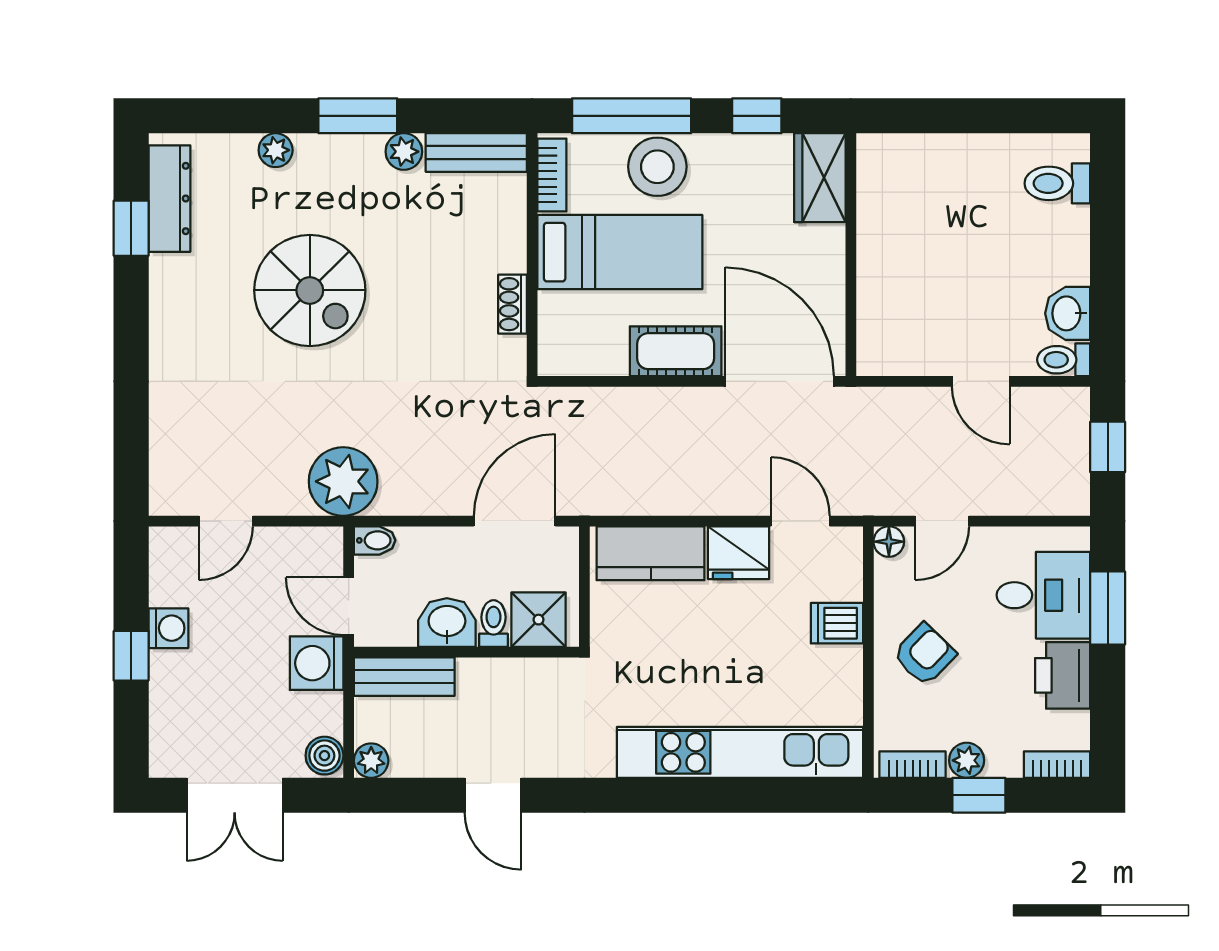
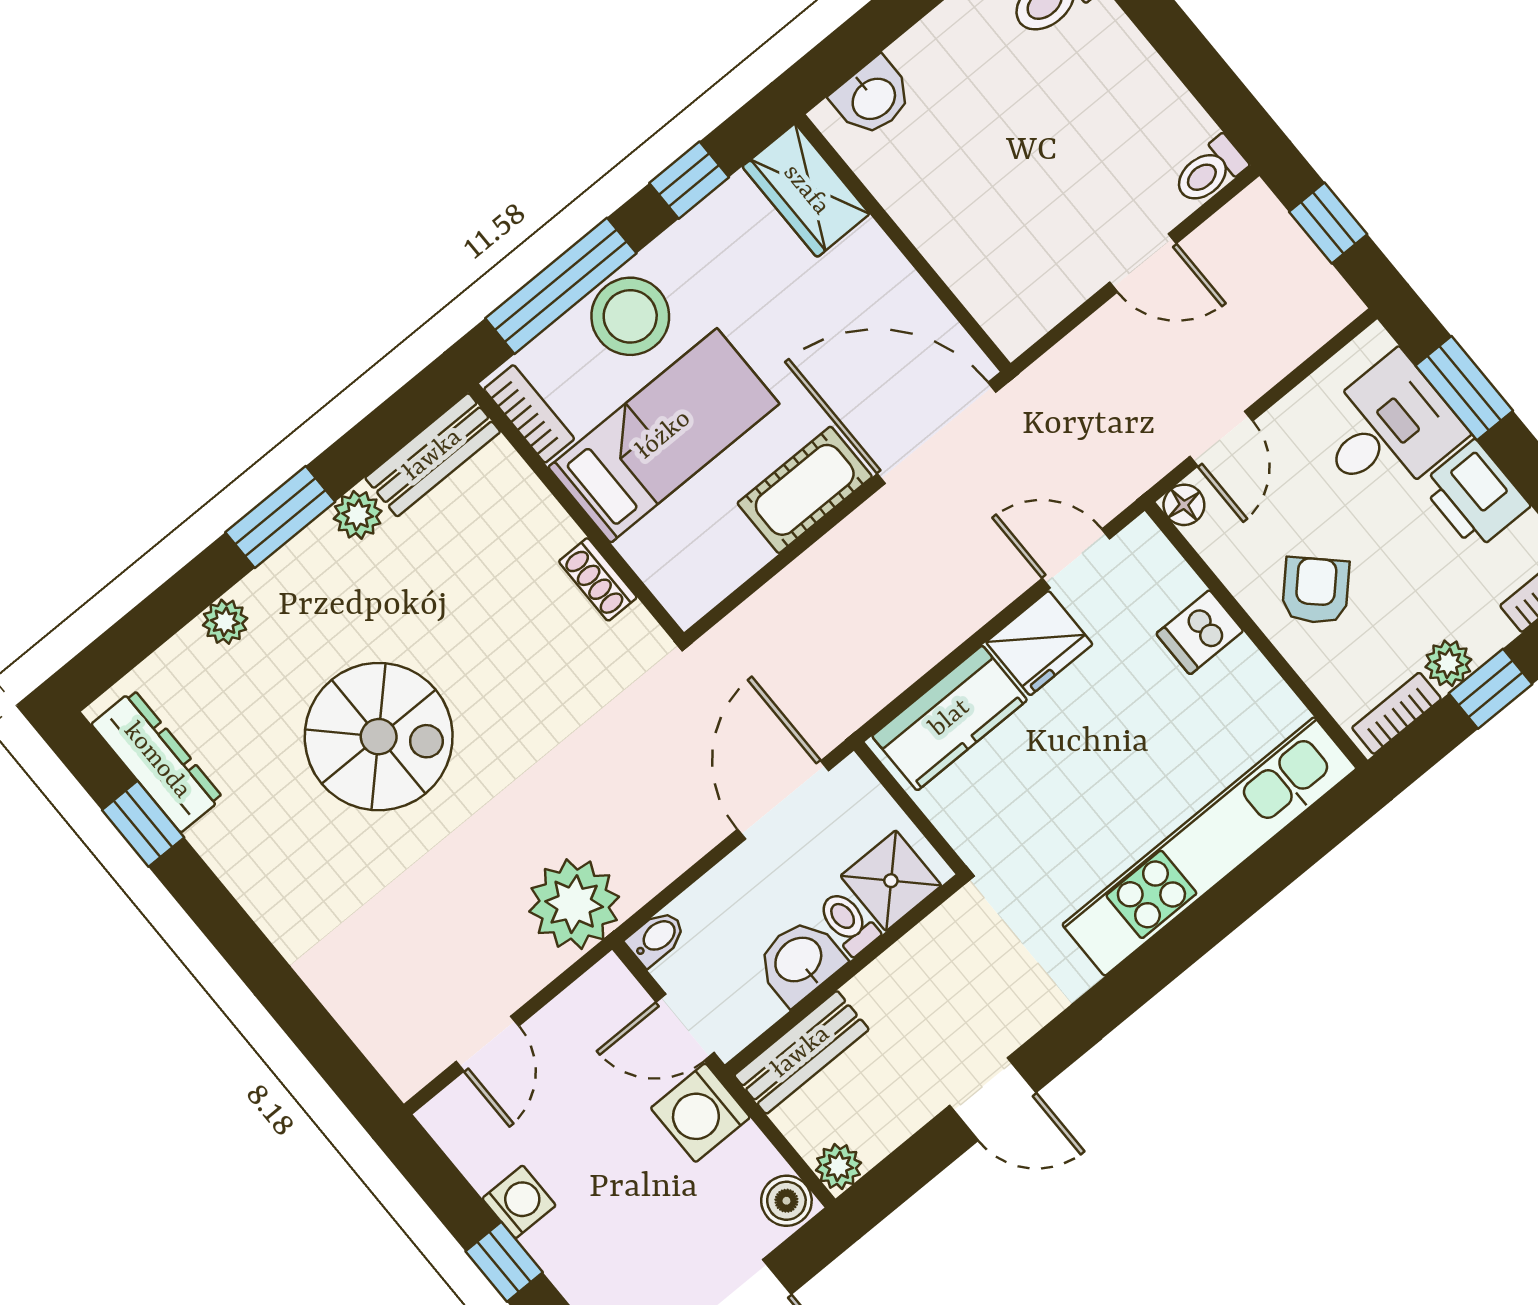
washbasin: (1068, 313) -> (873, 97), moved, turned -90

